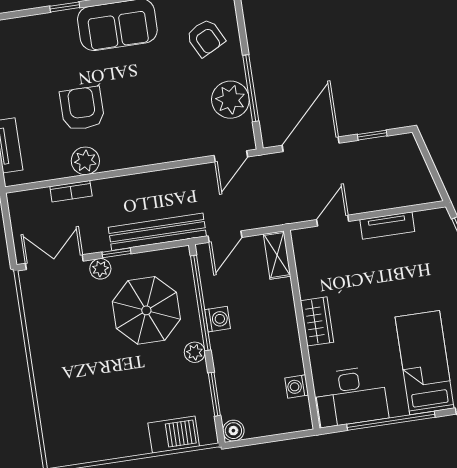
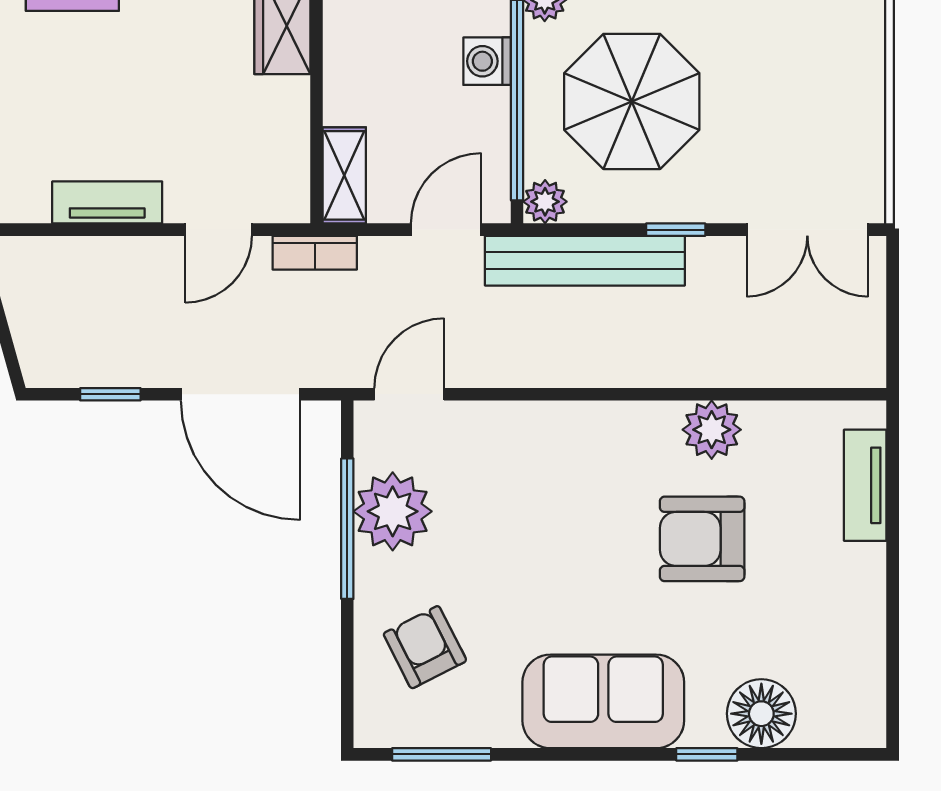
floor lamp: (42, 30) -> (761, 714), added
armchair: (82, 108) -> (702, 539), turned 90
door: (311, 144) -> (241, 394), hinge flipped
bookcase: (71, 191) -> (315, 253), moved, turned 180
plant: (100, 269) -> (545, 202), moved

